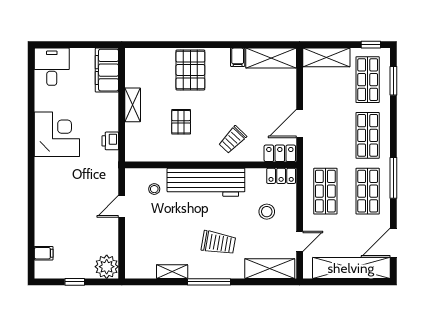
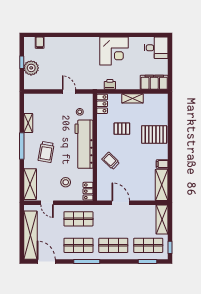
locker: (280, 153) -> (102, 104), moved
plant: (107, 267) -> (31, 68), moved

